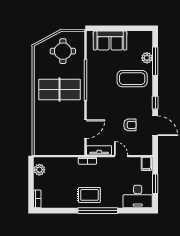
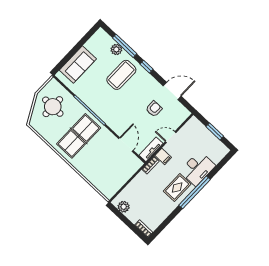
window: (155, 103) -> (146, 67), moved
filing cabinet: (146, 164) -> (163, 156), moved
desk: (138, 197) -> (198, 168), moved

